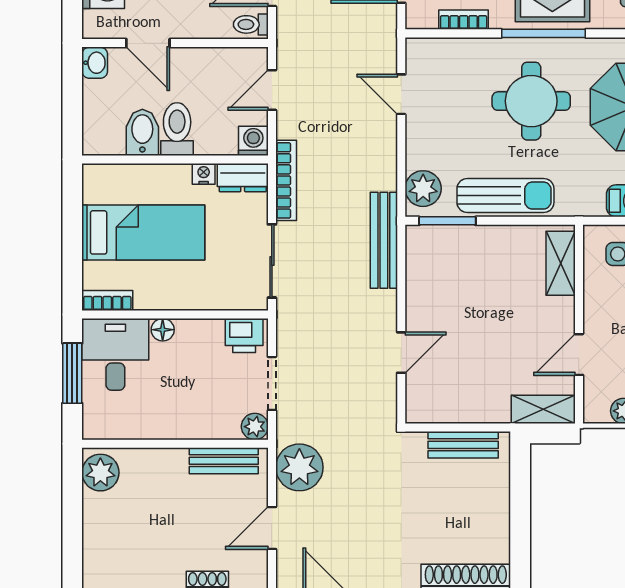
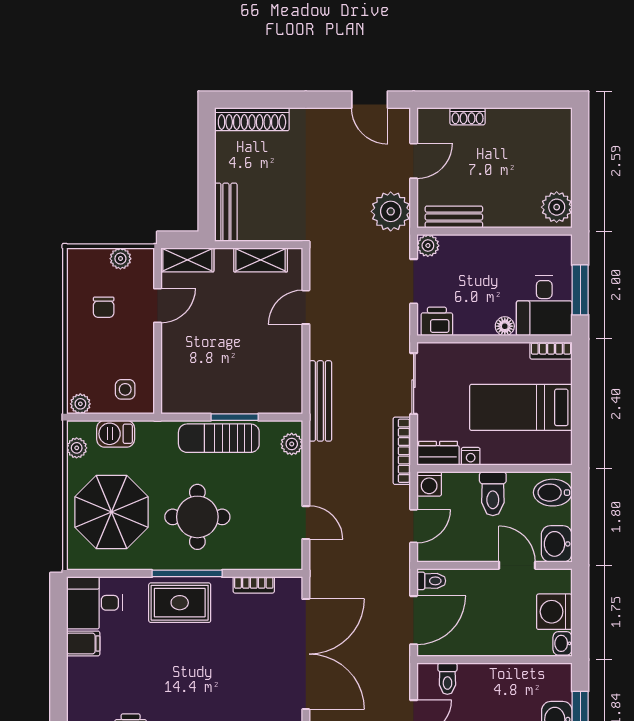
washbasin: (95, 63) -> (557, 544), width x1.38, depth x1.45
bidet: (142, 132) -> (553, 493), moved, turned 90
plant: (423, 189) -> (292, 444), width x0.73, depth x0.73
window: (447, 221) -> (235, 417), moved
shelving: (561, 263) -> (261, 260), moved, turned 90
bench: (463, 445) -> (226, 212), moved, turned 90

